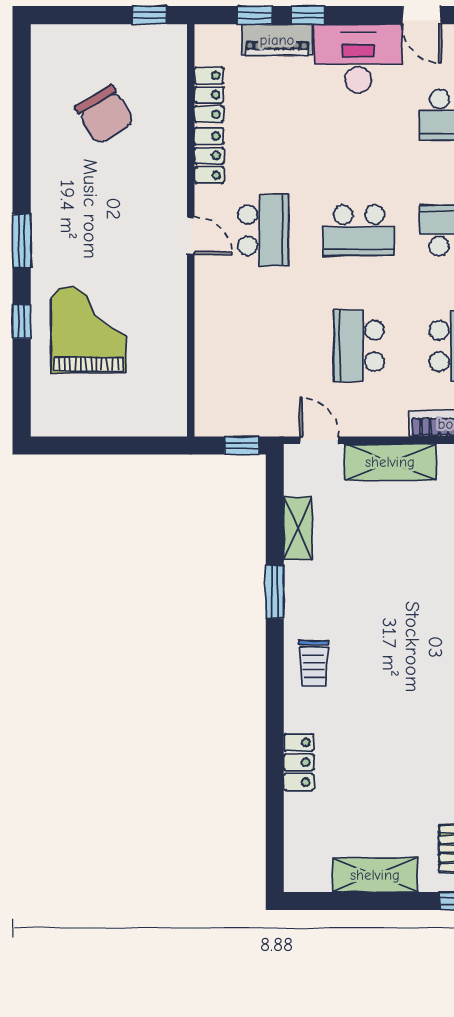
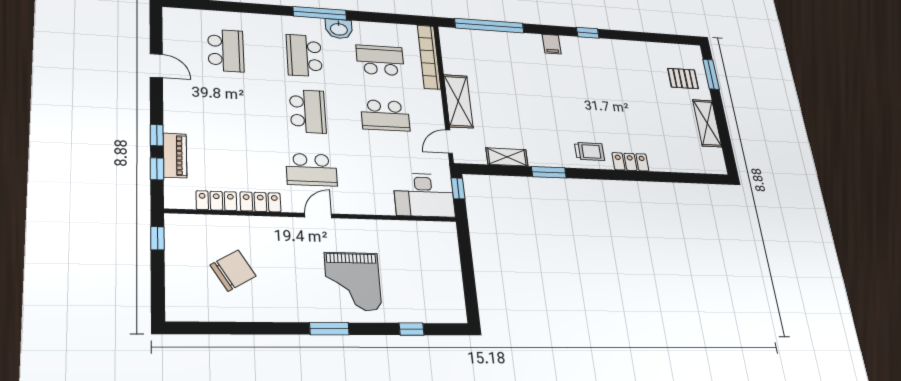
door: (422, 15) -> (156, 66), hinge flipped
desk: (358, 58) -> (424, 195), moved, turned -90
school desk: (263, 230) -> (311, 170), turned 180
window: (22, 321) -> (412, 329), moved
grand piano: (89, 330) -> (353, 281), moved, turned -90
locker: (299, 762) -> (630, 162), moved

